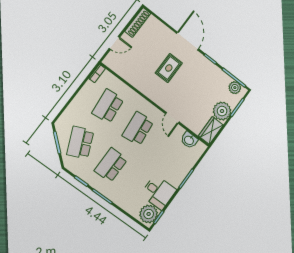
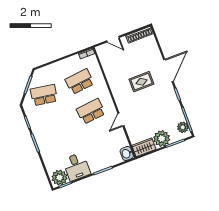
washbasin: (189, 140) -> (127, 153), moved
school desk: (80, 143) -> (44, 95), turned 33
school desk: (111, 165) -> (55, 125), removed

